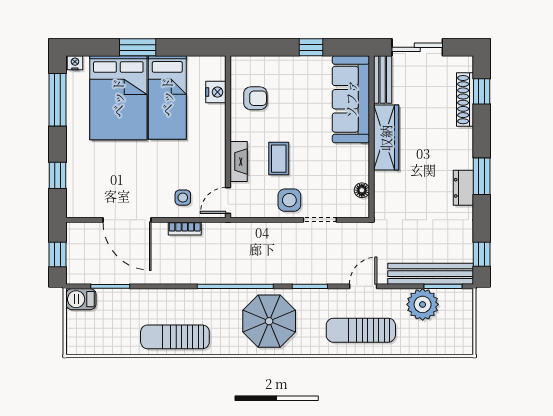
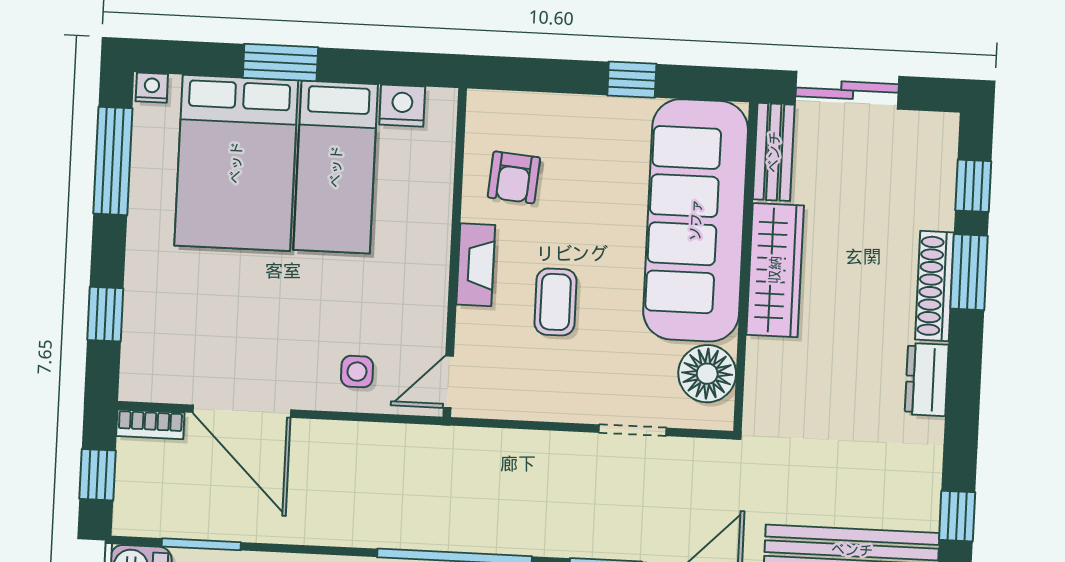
nightstand: (216, 92) -> (402, 106), moved, turned -90
armchair: (255, 98) -> (514, 177), turned 95
sofa: (351, 99) -> (696, 220), width x1.36, depth x1.27
shoe rack: (465, 100) -> (935, 286), moved
fireplace: (239, 162) -> (476, 265), moved
window: (482, 176) -> (969, 272), moved
floor lamp: (362, 190) -> (707, 374), width x1.89, depth x1.89
side table: (289, 200) -> (573, 387), removed
bookcase: (185, 229) -> (150, 424), moved

